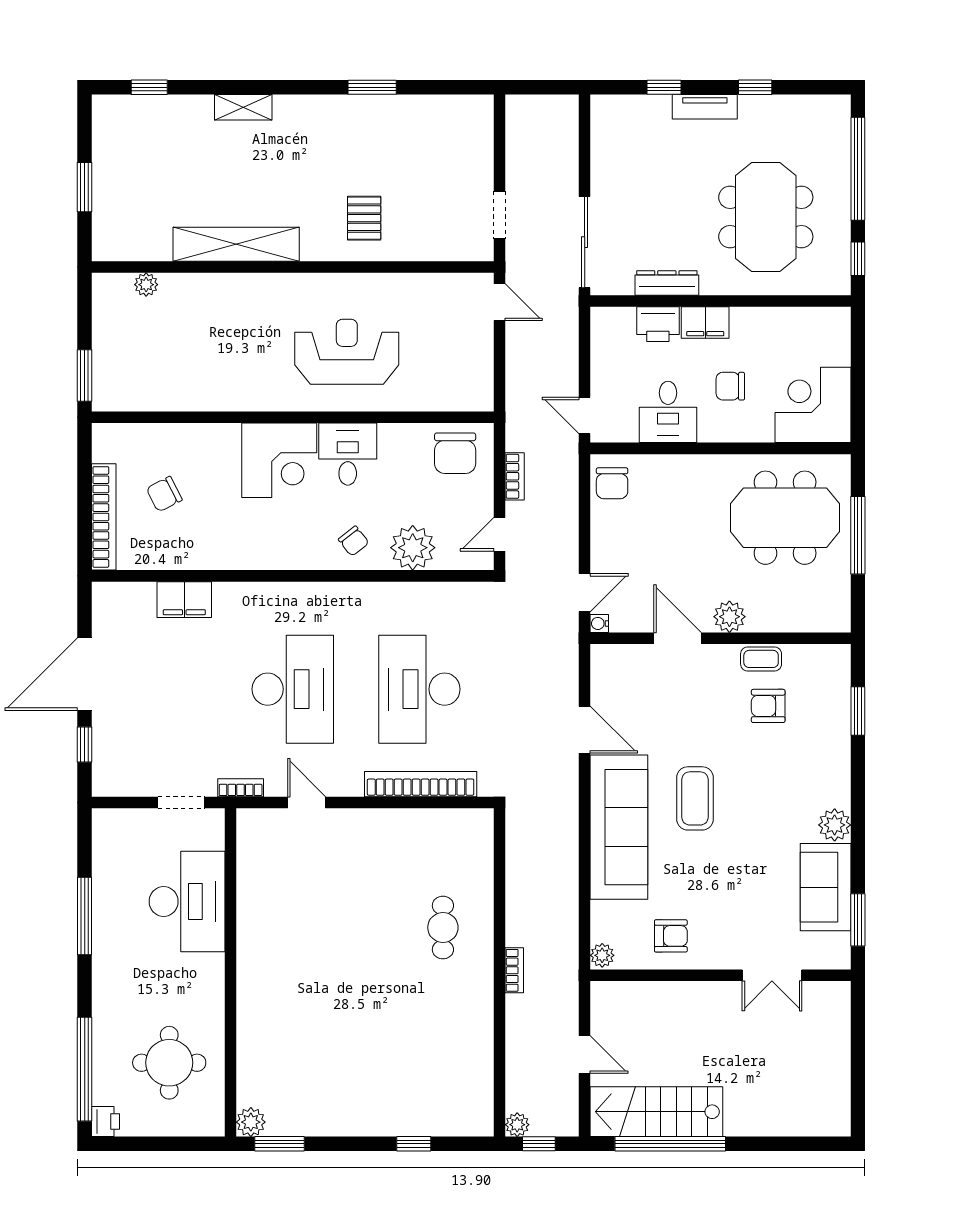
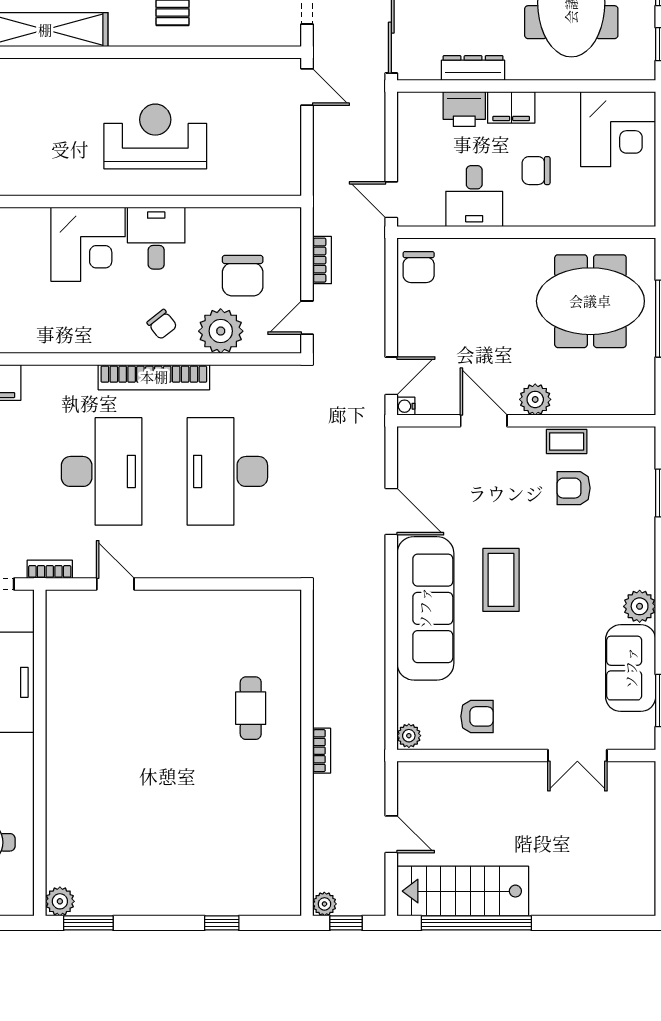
corner desk: (813, 405) -> (618, 129), moved, turned 180
chair: (455, 453) -> (243, 276), moved
bookcase: (421, 784) -> (154, 377), moved, turned 180

